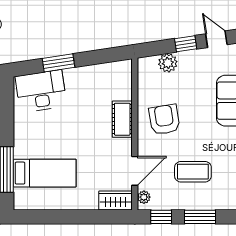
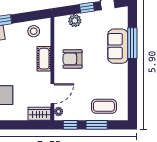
stool: (107, 79) -> (34, 31), added
armchair: (164, 120) -> (72, 59), turned -81
coffee table: (193, 172) -> (104, 106), moved

